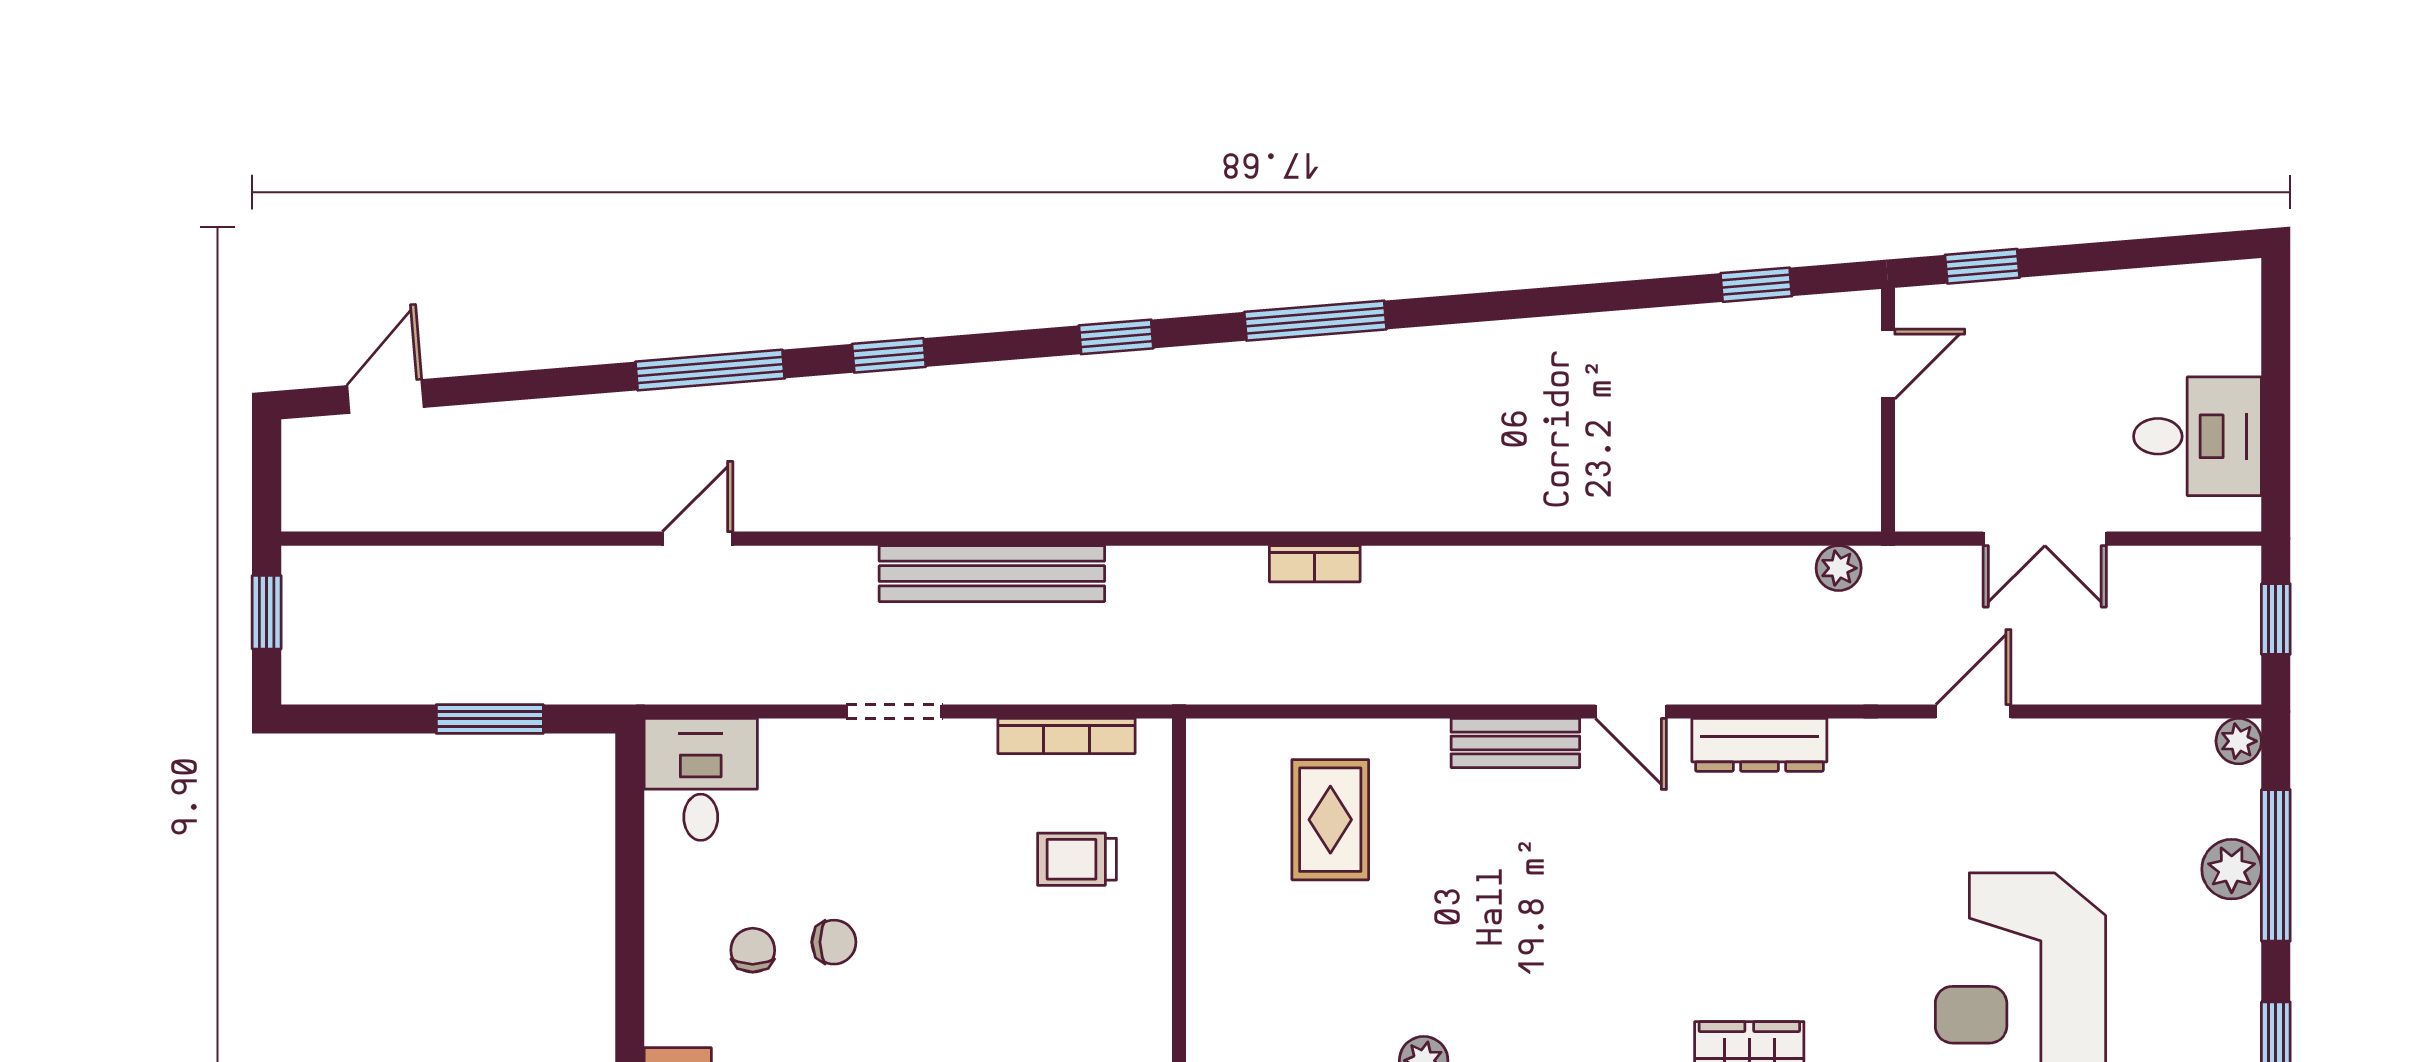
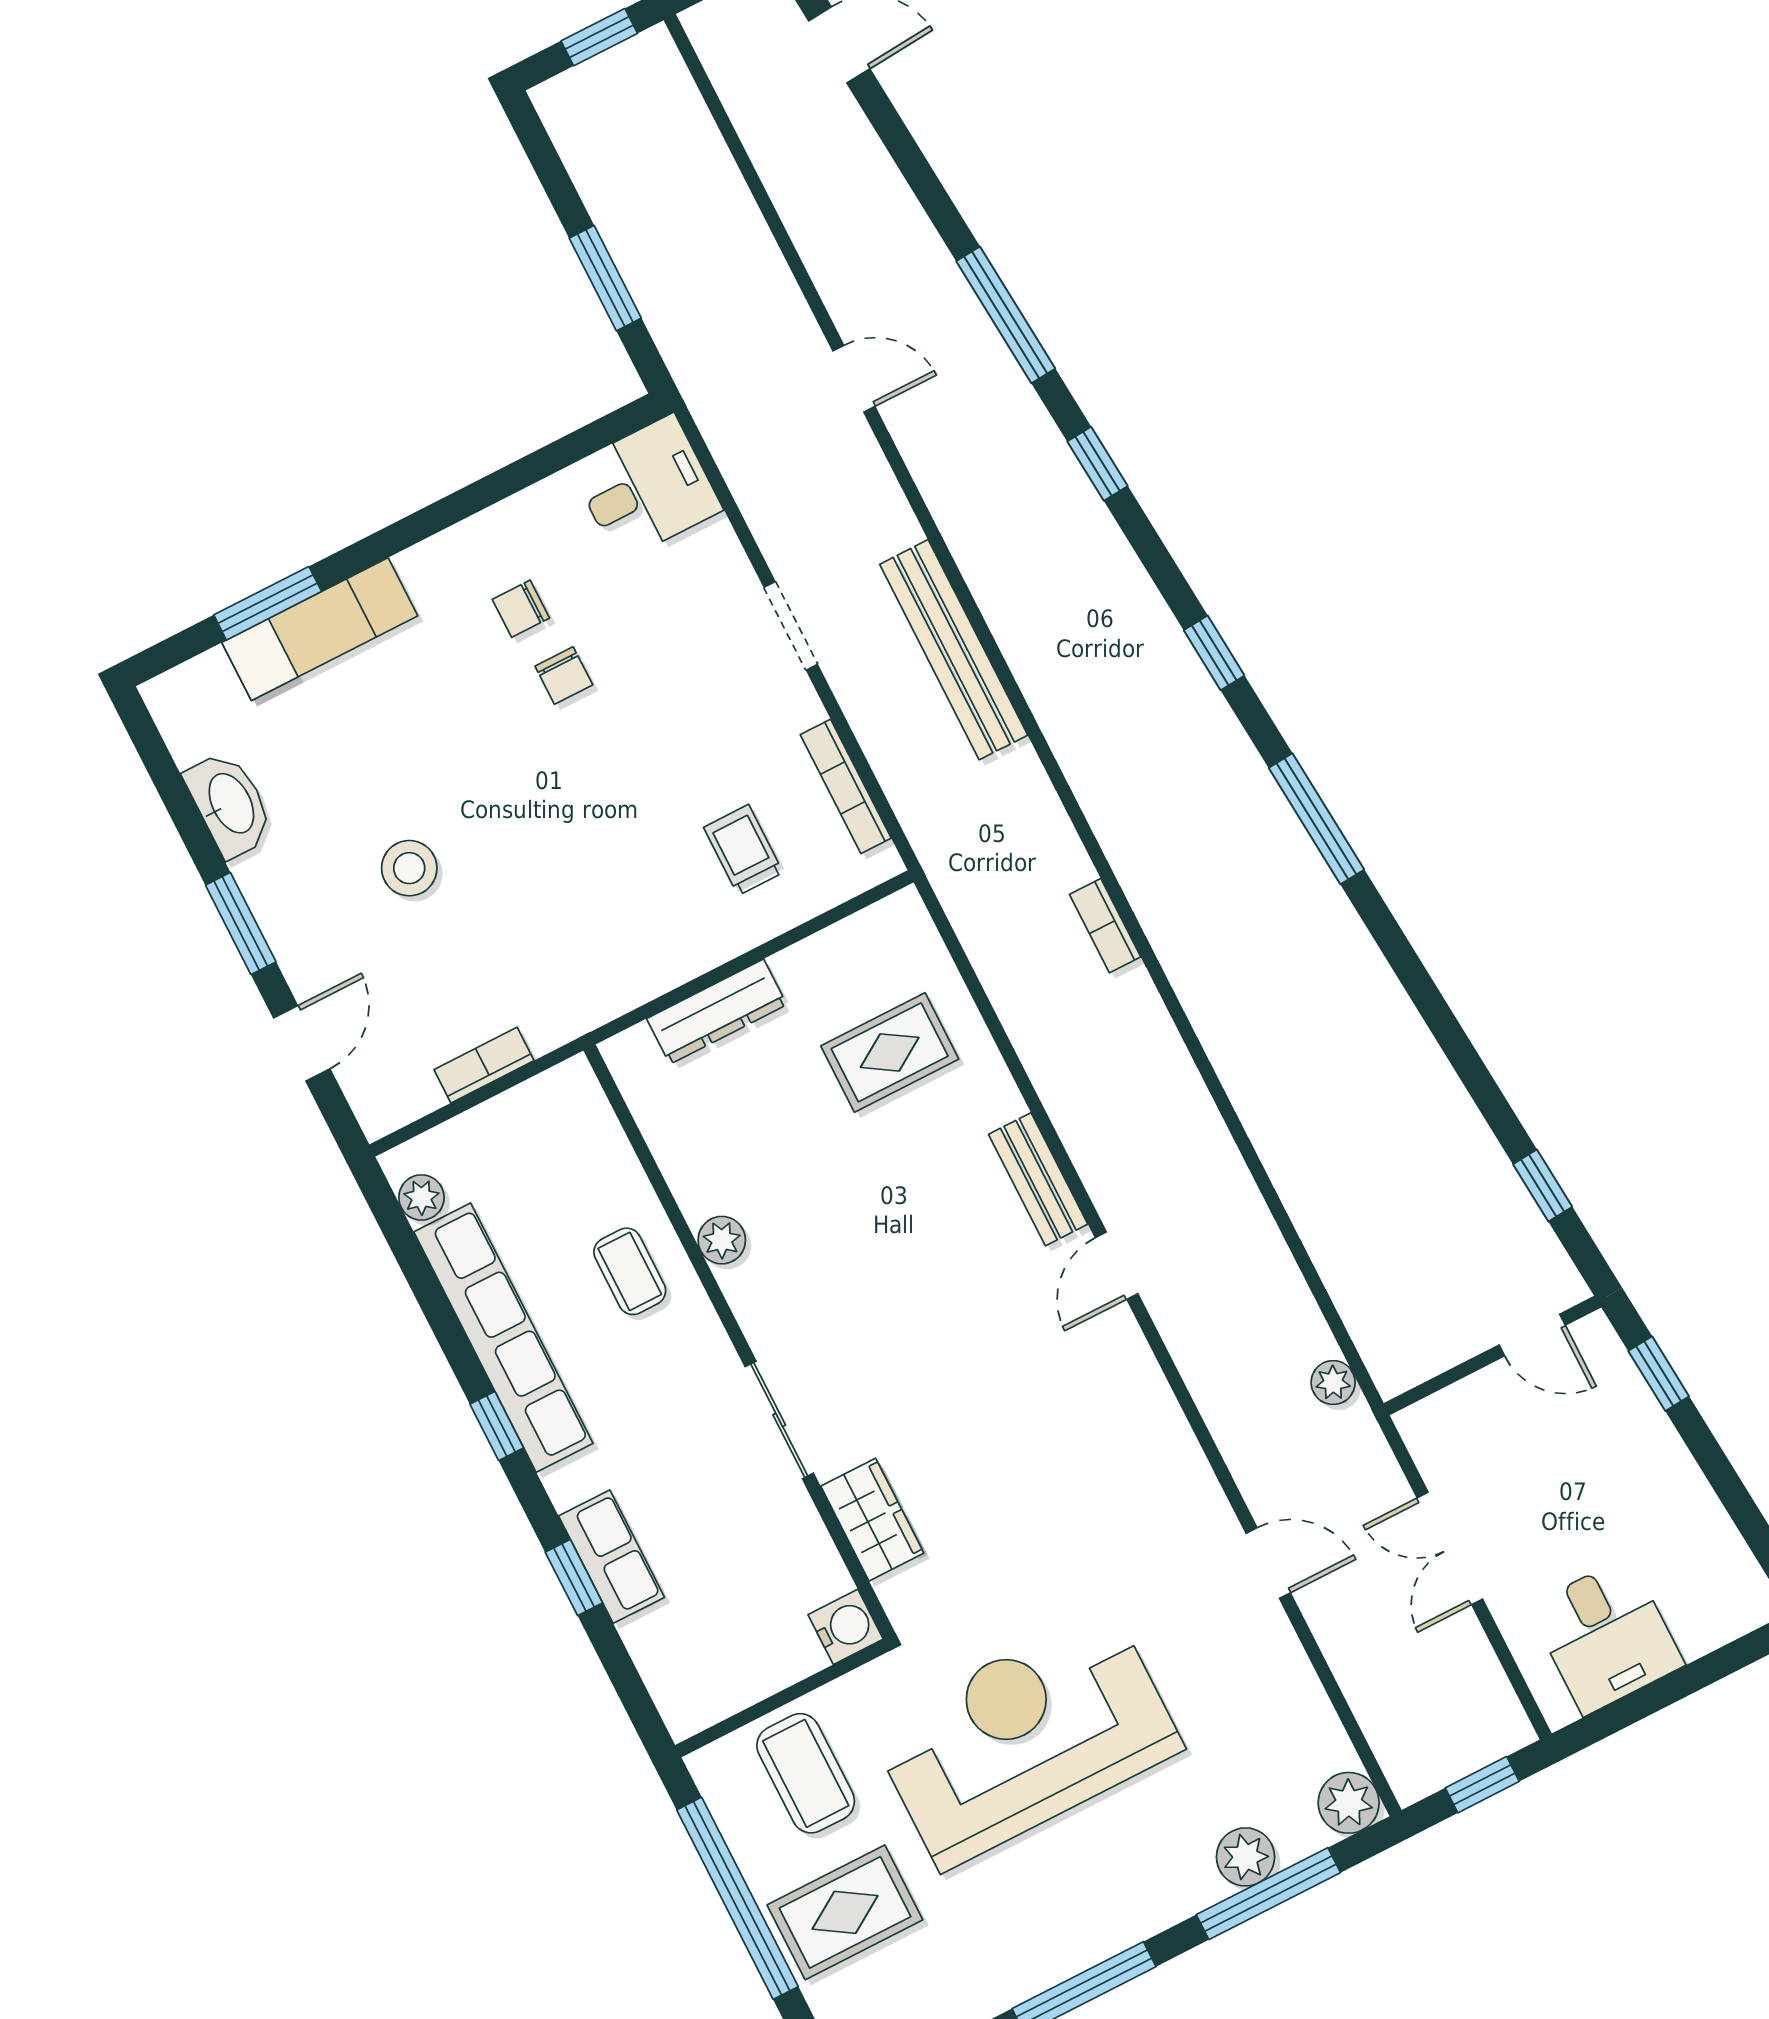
plant: (2239, 741) -> (1349, 1803), width x1.38, depth x1.38
dresser: (1759, 745) -> (717, 1012), moved, turned -90
chair: (753, 950) -> (521, 609), turned 180

